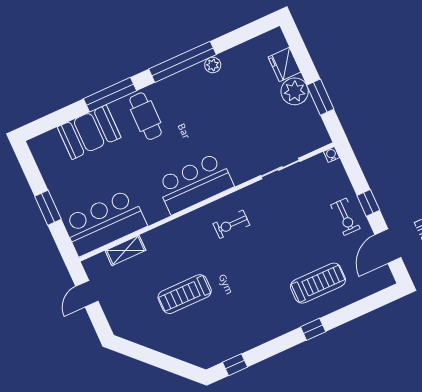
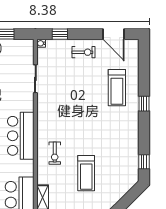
window: (368, 203) -> (60, 34), moved
exercise bike: (231, 224) -> (55, 153), moved
treadmill: (318, 283) -> (117, 88), turned 180

